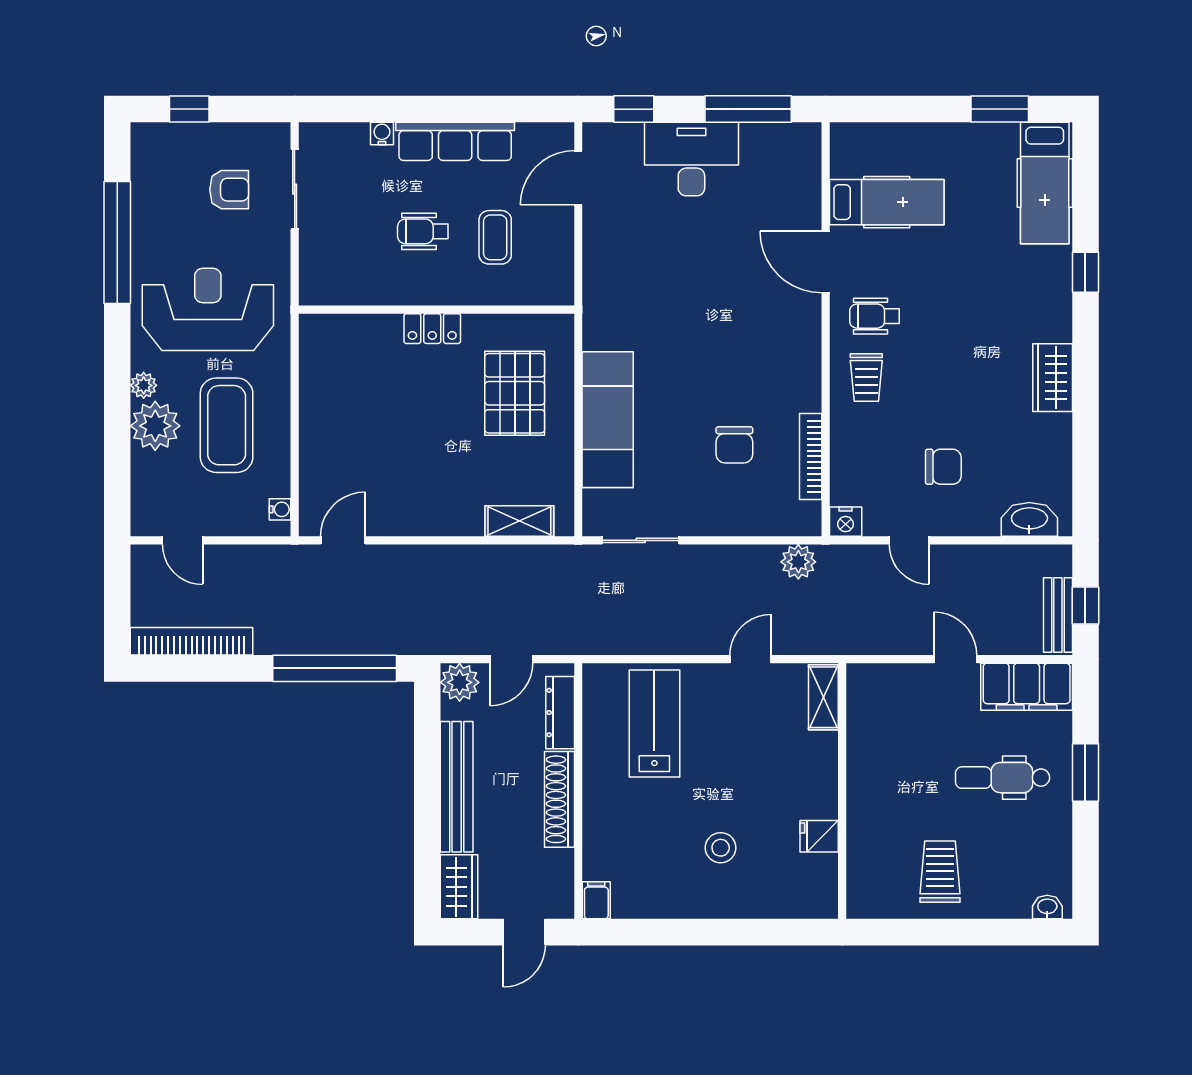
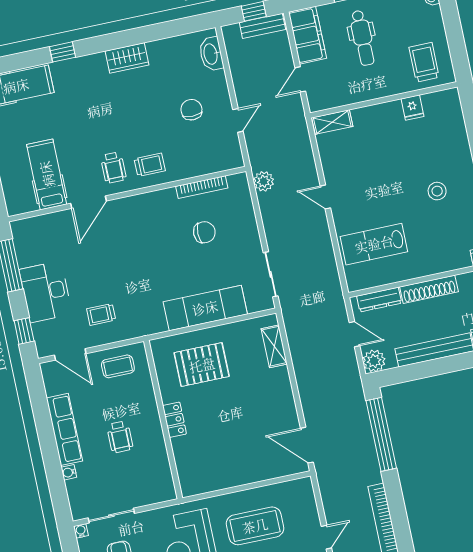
coffee table: (495, 237) -> (118, 366), moved
trolley: (634, 244) -> (101, 314), added
water cooler: (280, 509) -> (81, 531), moved
nightstand: (846, 522) -> (235, 159), removed
door: (343, 540) -> (307, 445), width x1.38
shelving: (823, 697) -> (332, 122), moved
wall: (842, 791) -> (384, 100), moved
fridge: (819, 836) -> (412, 108), moved
trolley: (940, 872) -> (424, 62), turned 90

